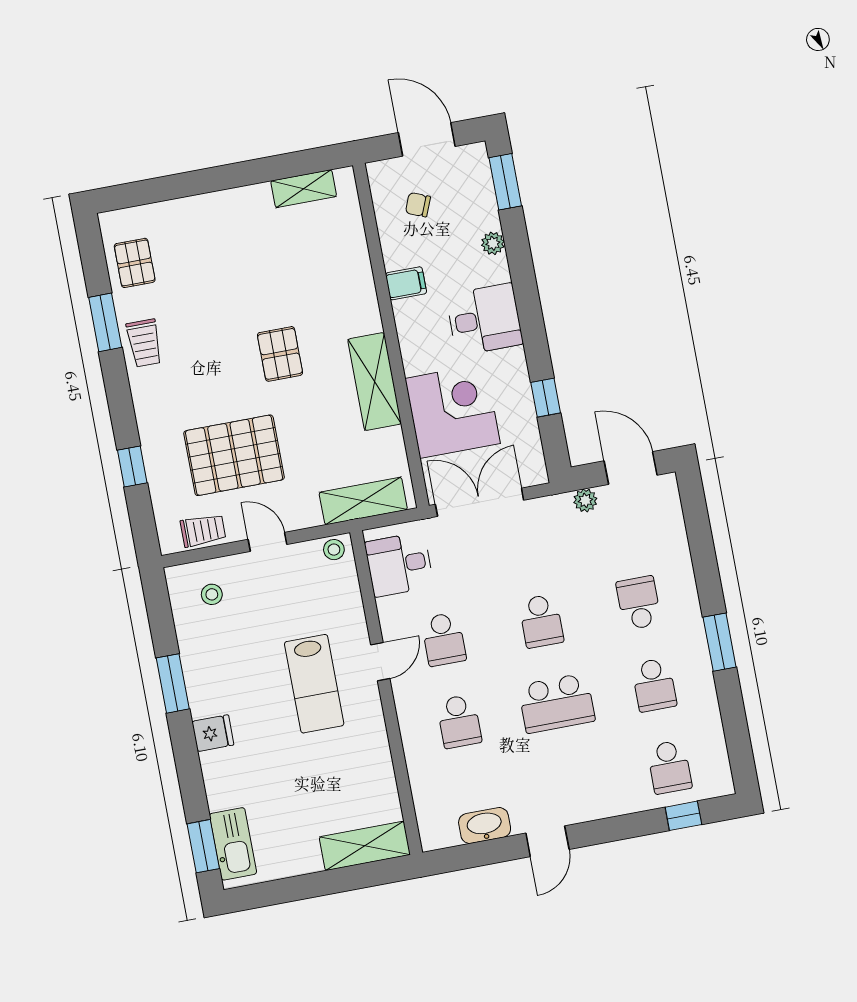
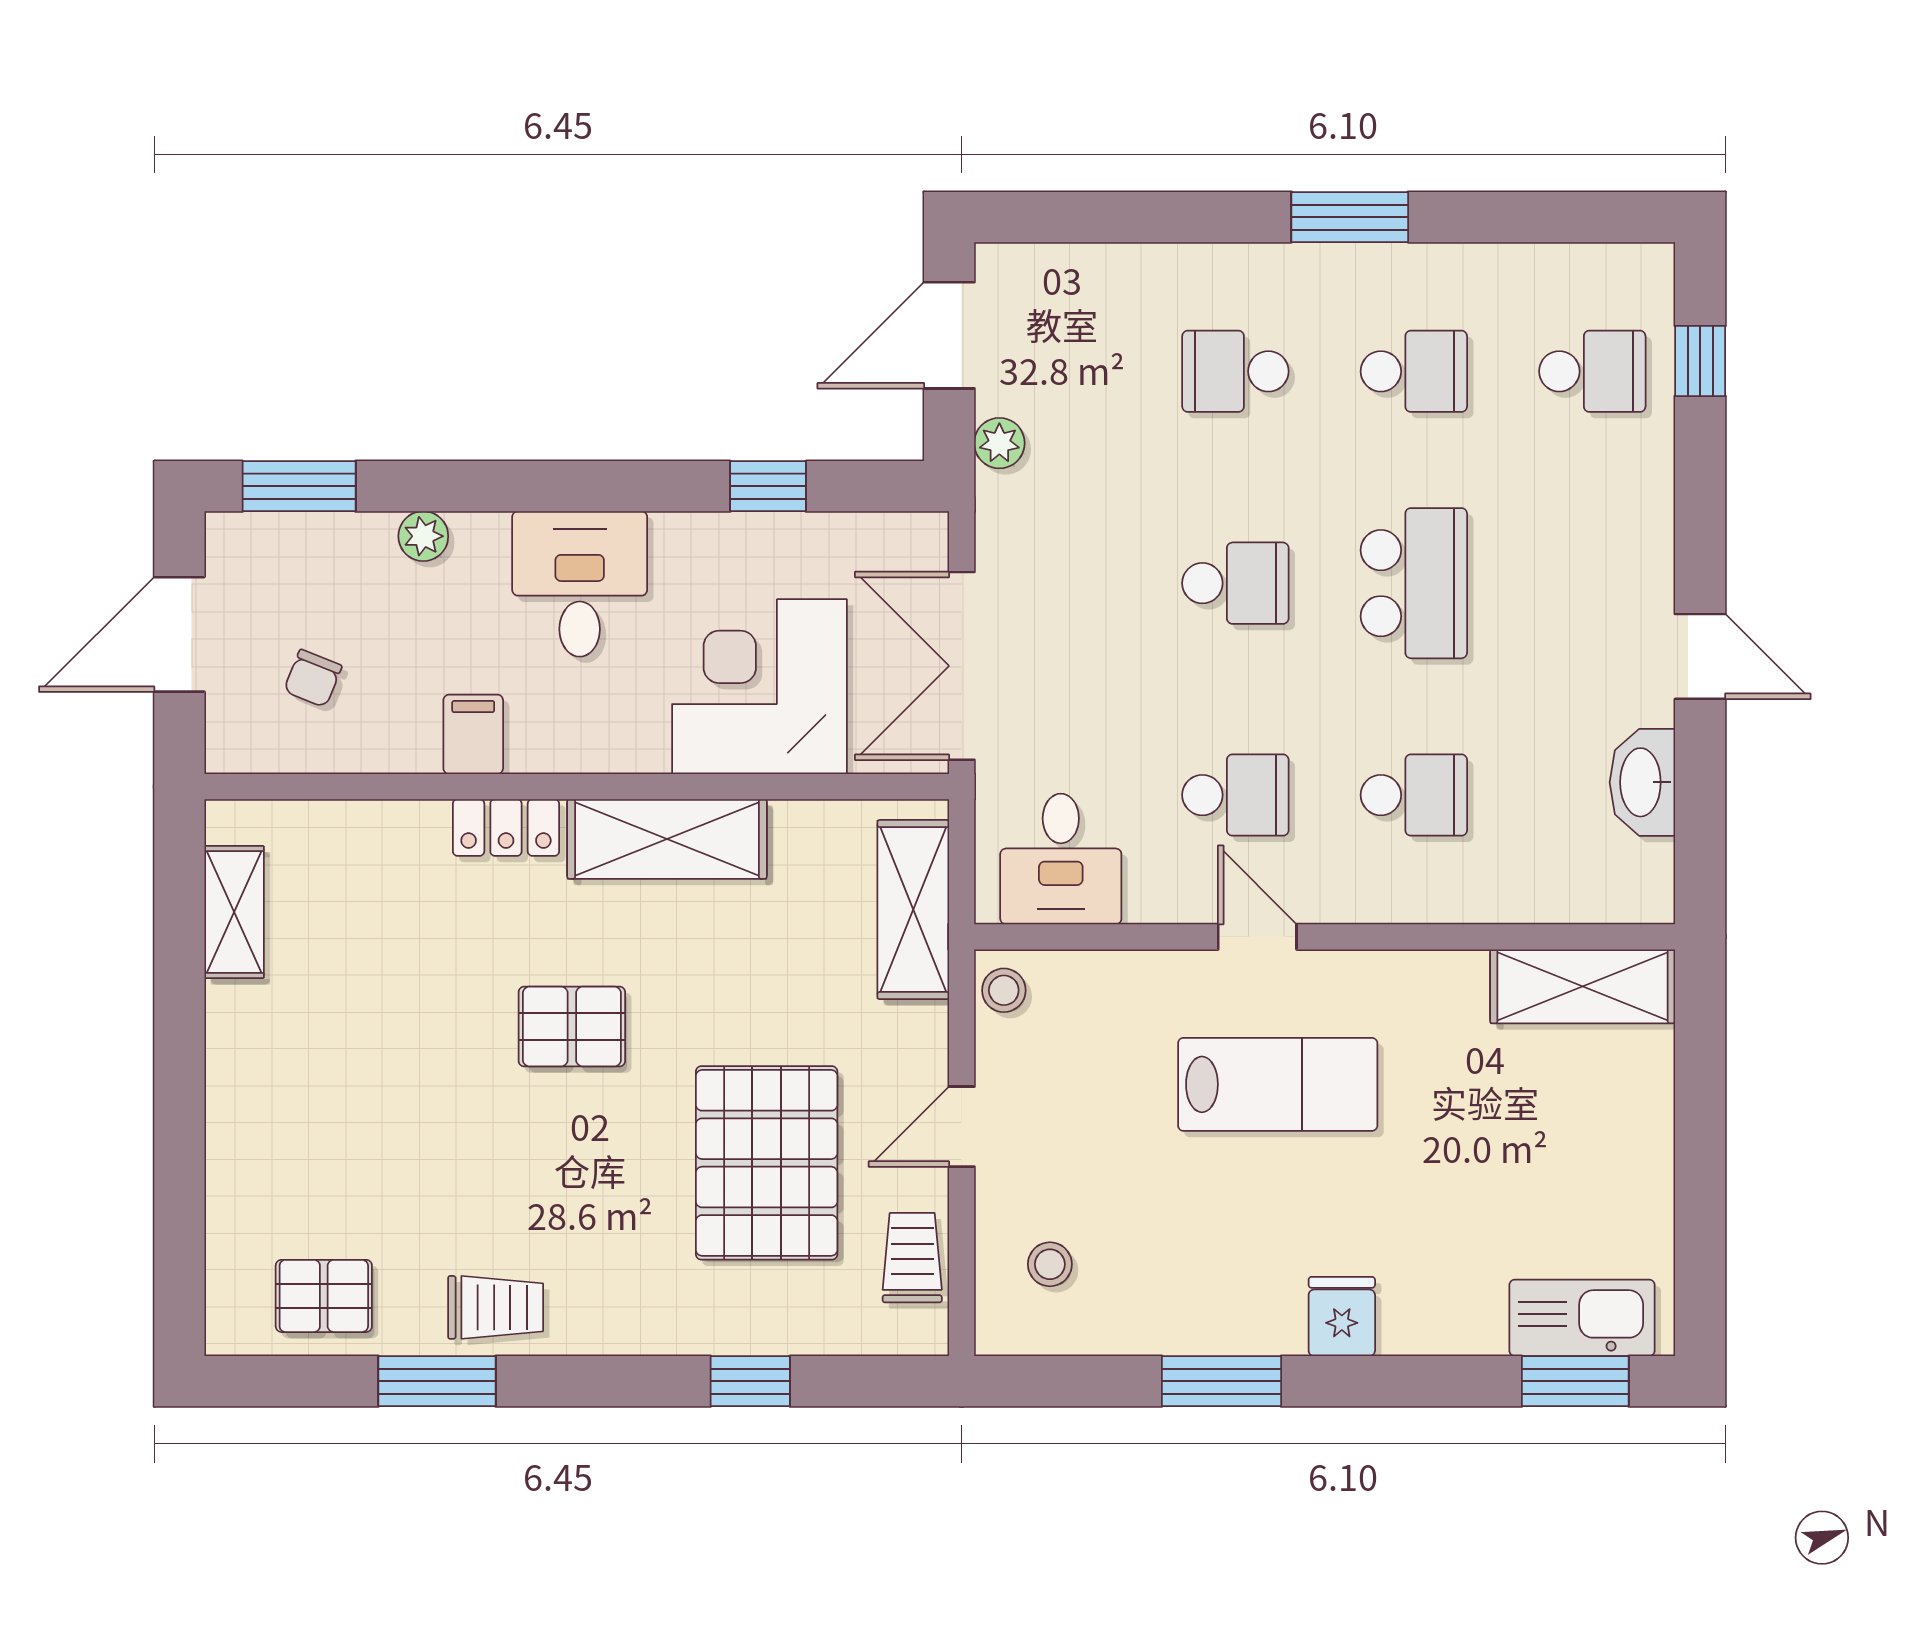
locker: (366, 306) -> (506, 827), added
shelving: (365, 846) -> (1583, 986), moved, turned 90

